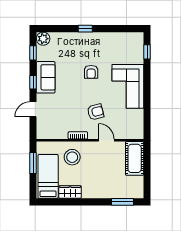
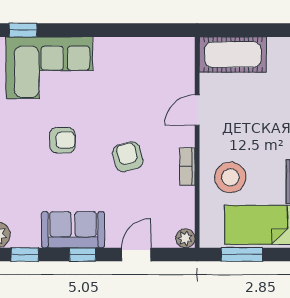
corner sofa: (128, 86) -> (49, 68), moved
door: (33, 109) -> (136, 254), swing flipped
armchair: (96, 112) -> (128, 157), moved
plant: (41, 134) -> (185, 238), added

